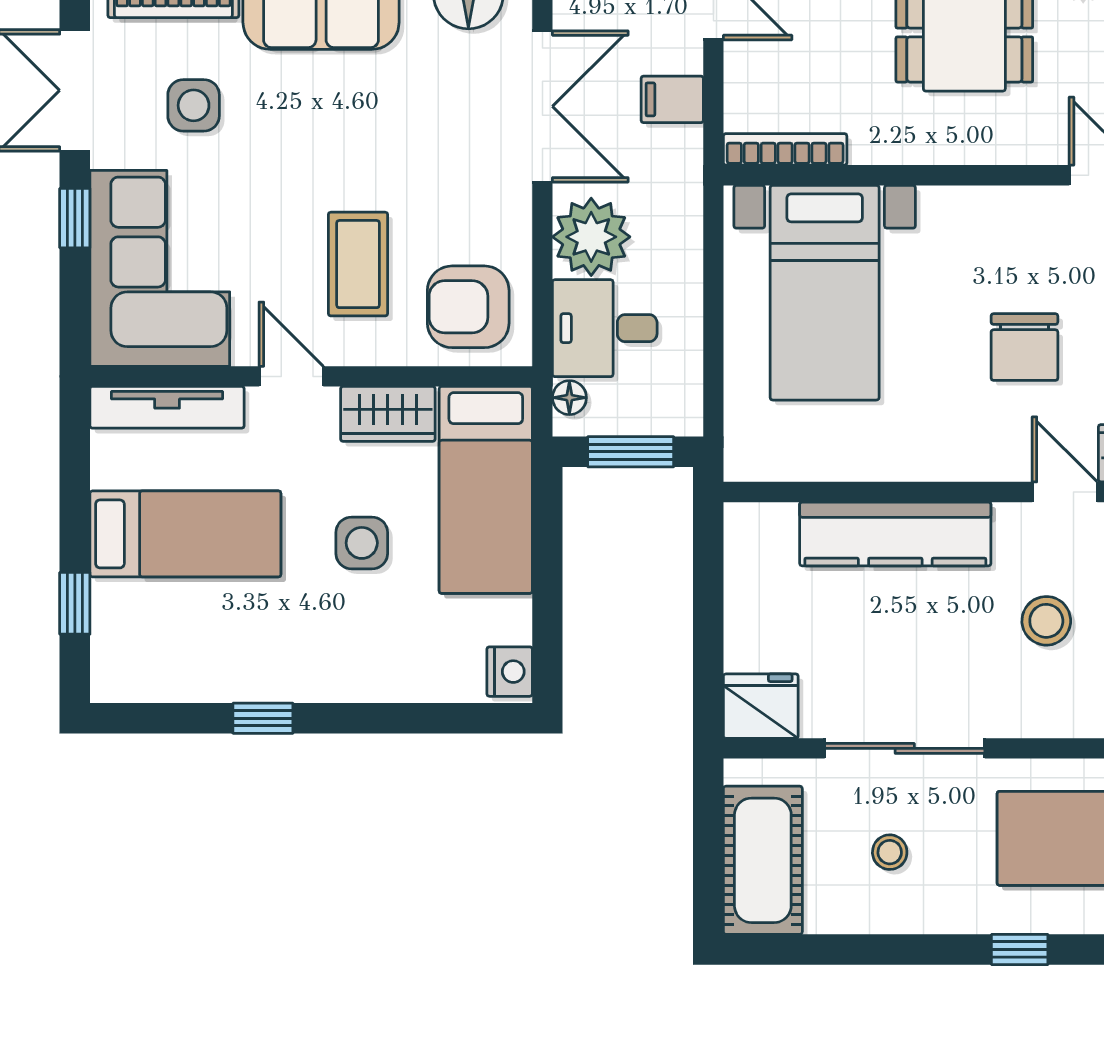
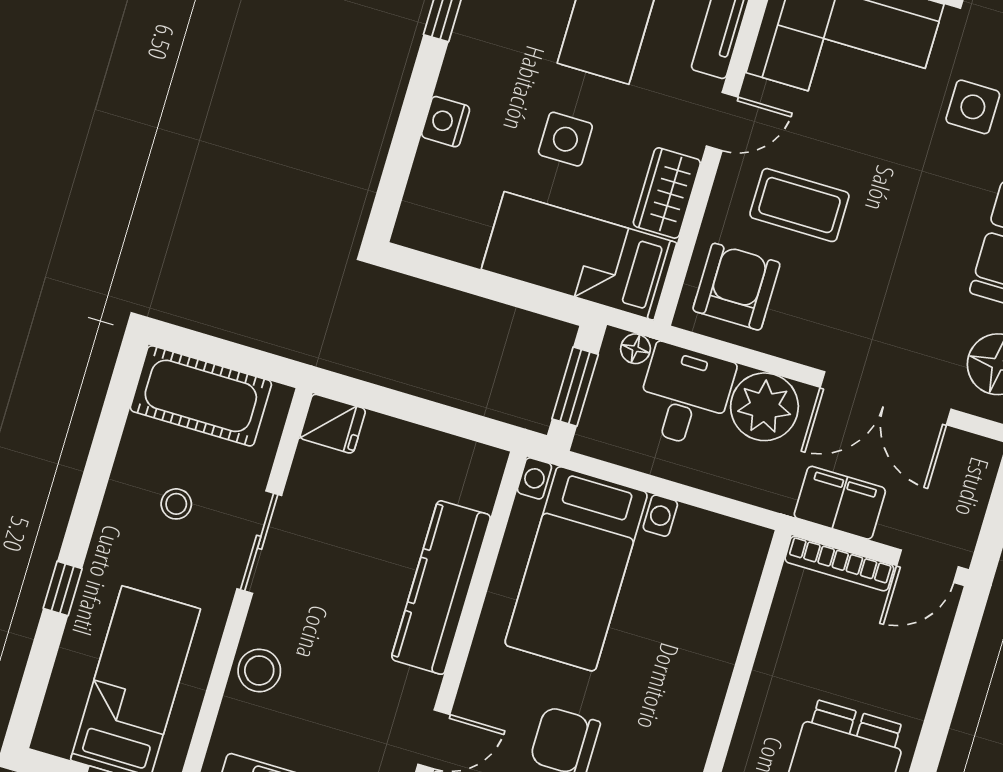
filing cabinet: (672, 99) -> (840, 503), width x2.00
bookcase: (785, 149) -> (839, 563), moved, turned 90
bed with nightstands: (825, 293) -> (576, 569), moved, turned -90
stool: (1046, 621) -> (259, 670), moved
nightstand: (510, 672) -> (446, 122), moved, turned 90
fridge: (761, 706) -> (333, 424), width x0.72
sliding door: (905, 748) -> (259, 542), width x0.73

